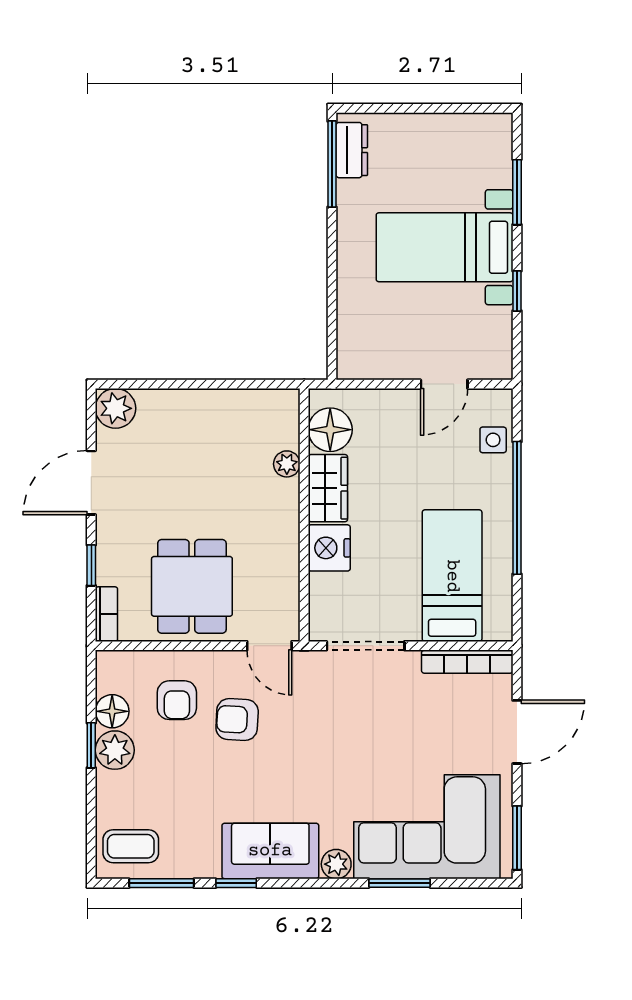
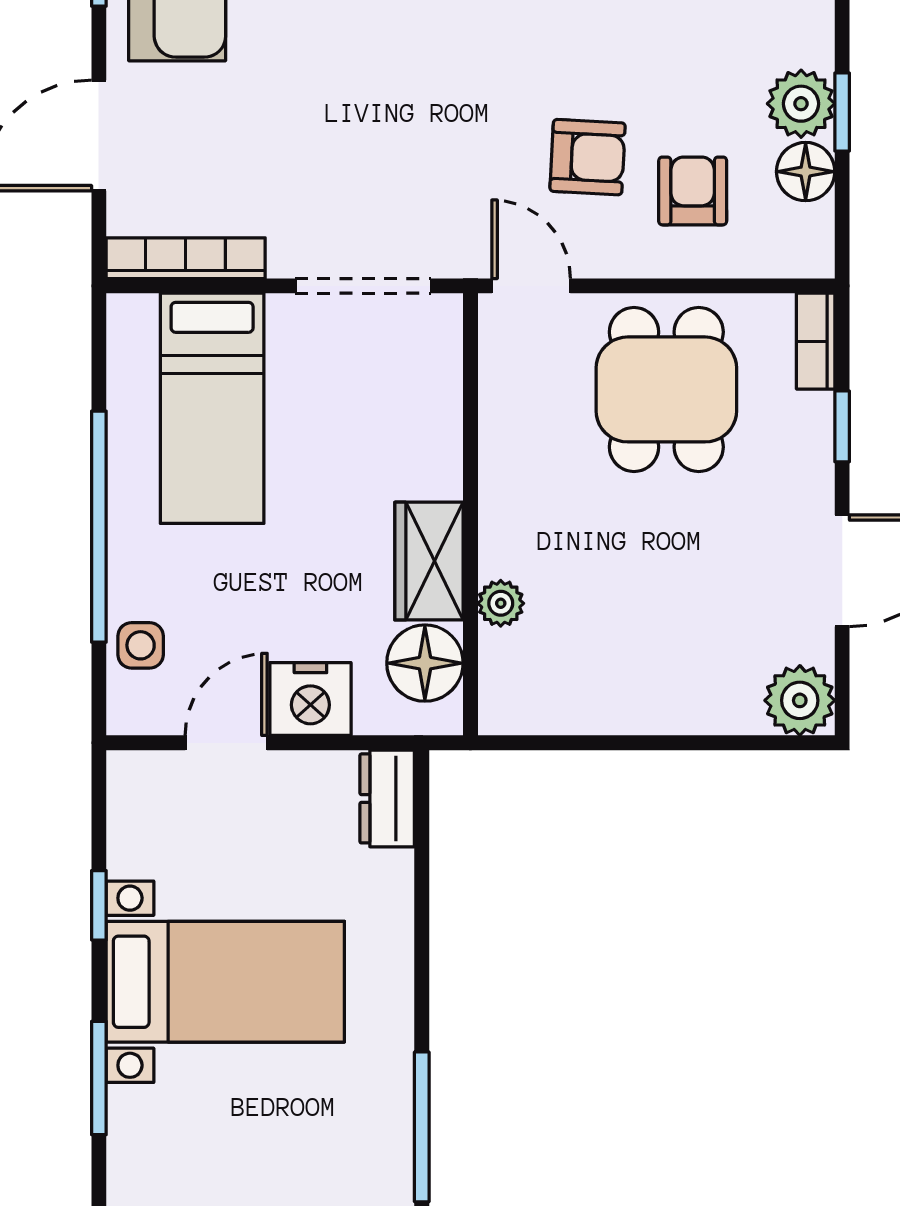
dresser: (352, 150) -> (387, 798), moved
nightstand: (329, 548) -> (310, 699), moved, turned 90

